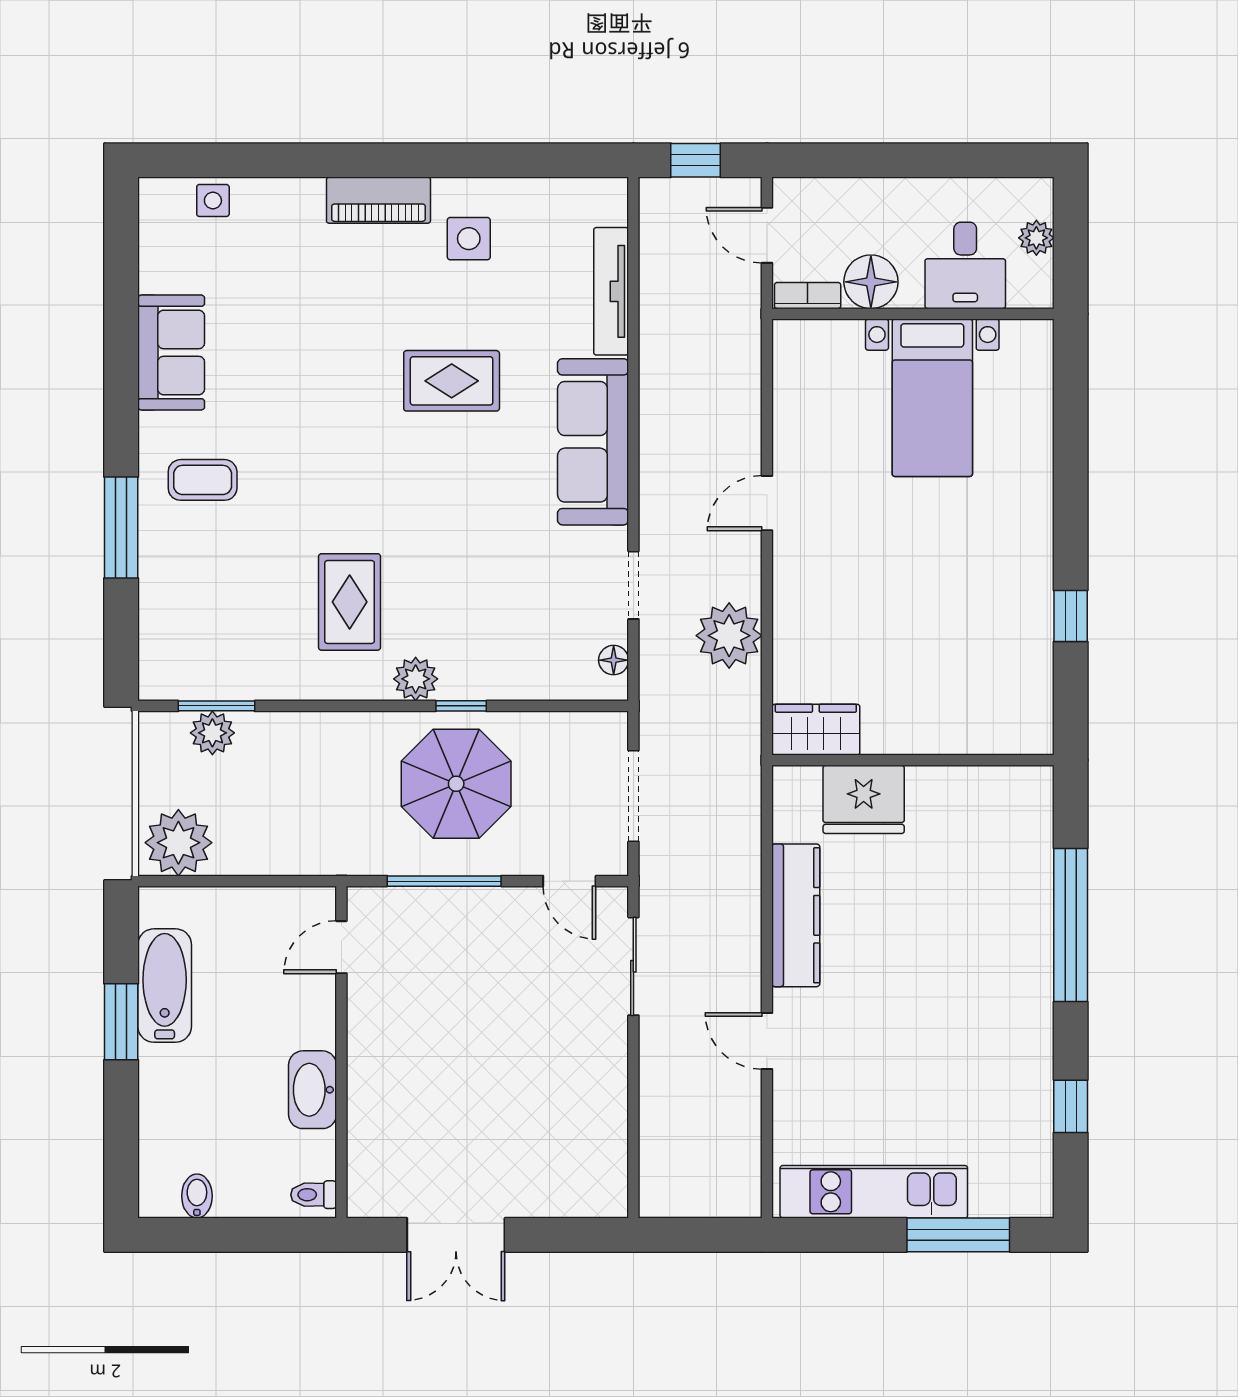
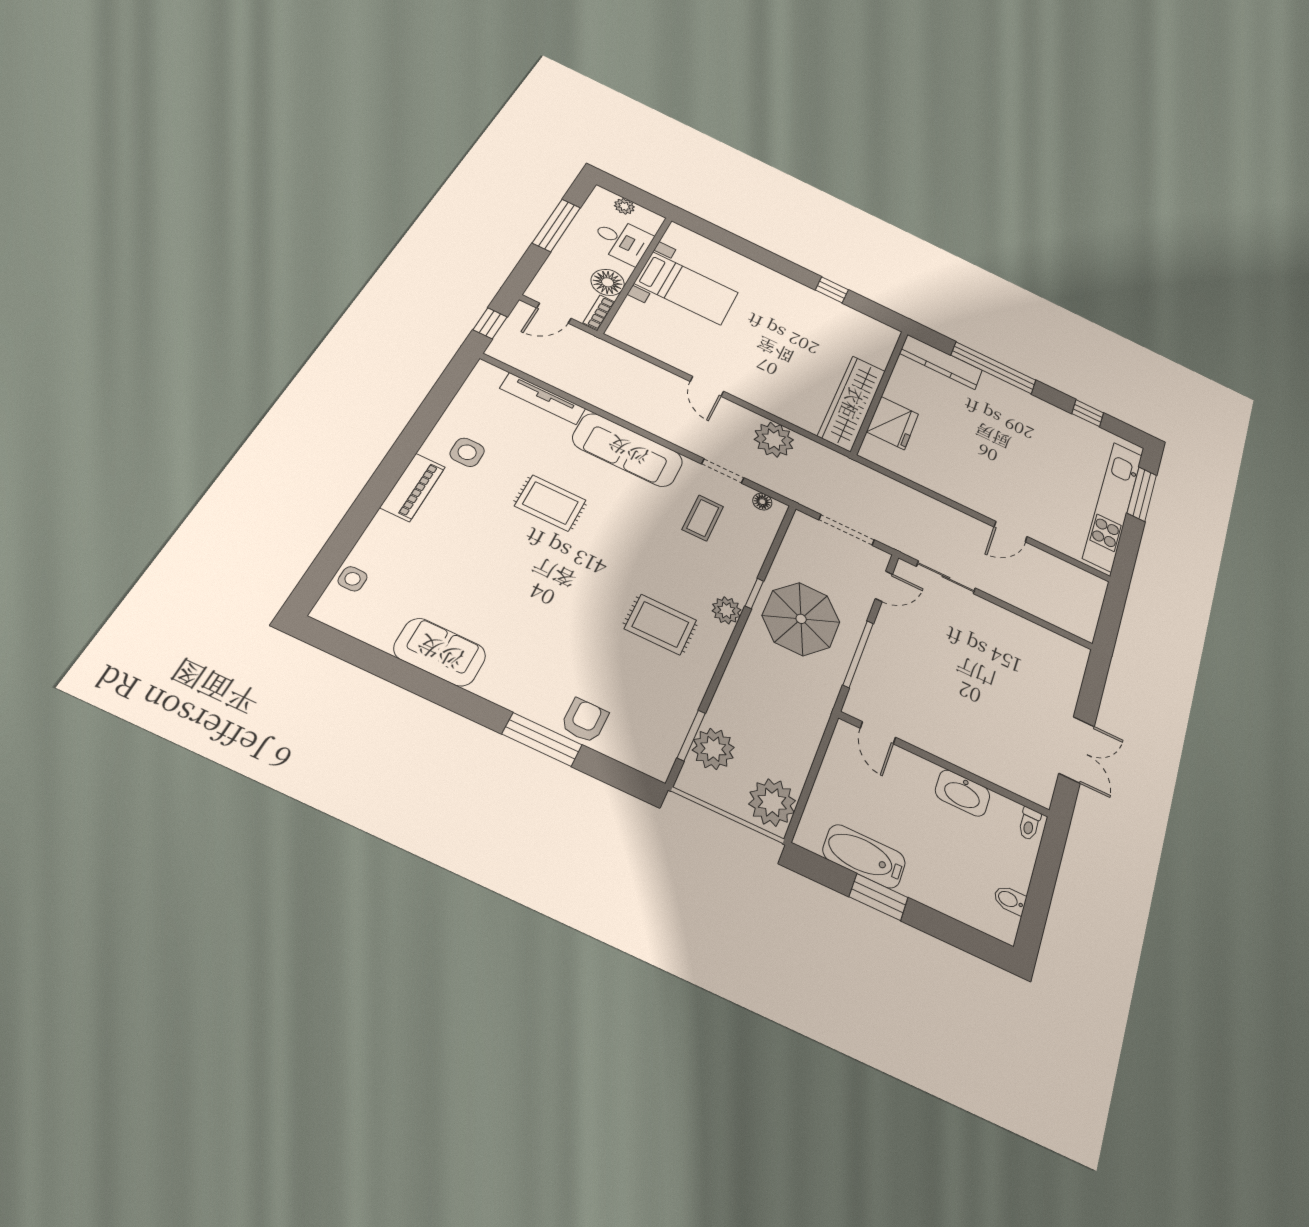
window: (933, 160) -> (557, 225), added
rug: (452, 381) -> (550, 503), turned 90
coffee table: (203, 480) -> (703, 518), moved
armchair: (171, 567) -> (585, 720), added
wardrobe: (816, 730) -> (852, 403), width x2.10, depth x1.17
plant: (212, 733) -> (713, 749), width x1.36, depth x1.36
kitchen counter: (796, 915) -> (941, 362), moved, turned 180
kitchen unit: (874, 1192) -> (1113, 506), width x1.36

